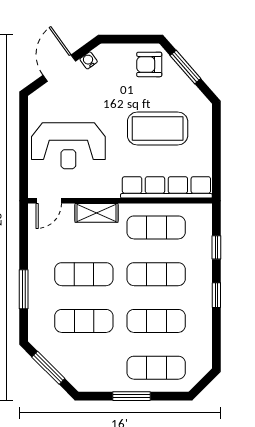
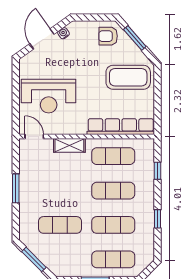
coffee table: (158, 128) -> (128, 77), moved
door: (49, 201) -> (34, 136), swing flipped
exercise mat: (84, 274) -> (60, 191), removed
window: (24, 289) -> (16, 188), moved
window: (216, 295) -> (158, 219), moved

